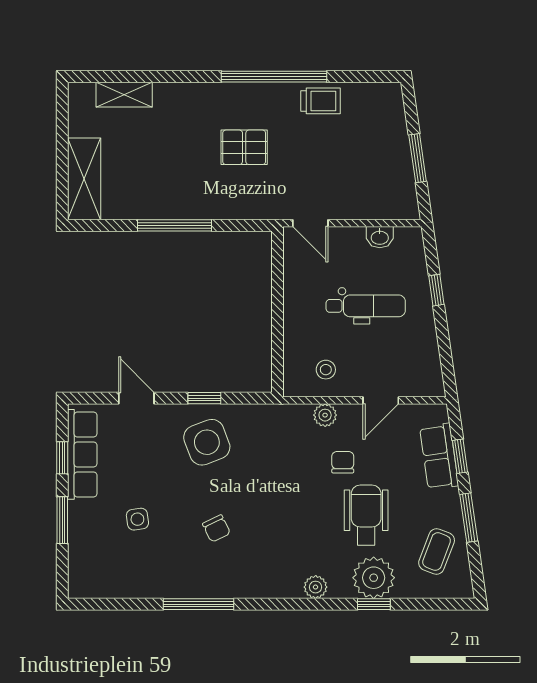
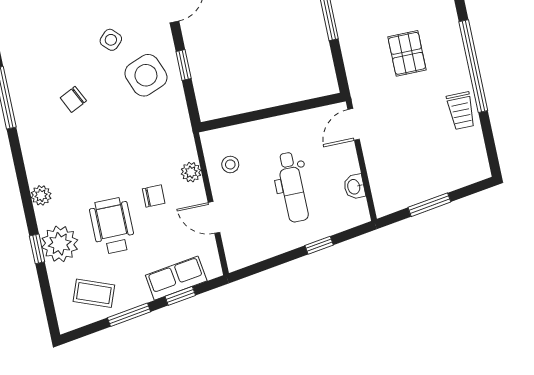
wheelchair: (366, 515) -> (112, 226), turned -90
side table: (137, 519) -> (111, 40), moved, turned -37

